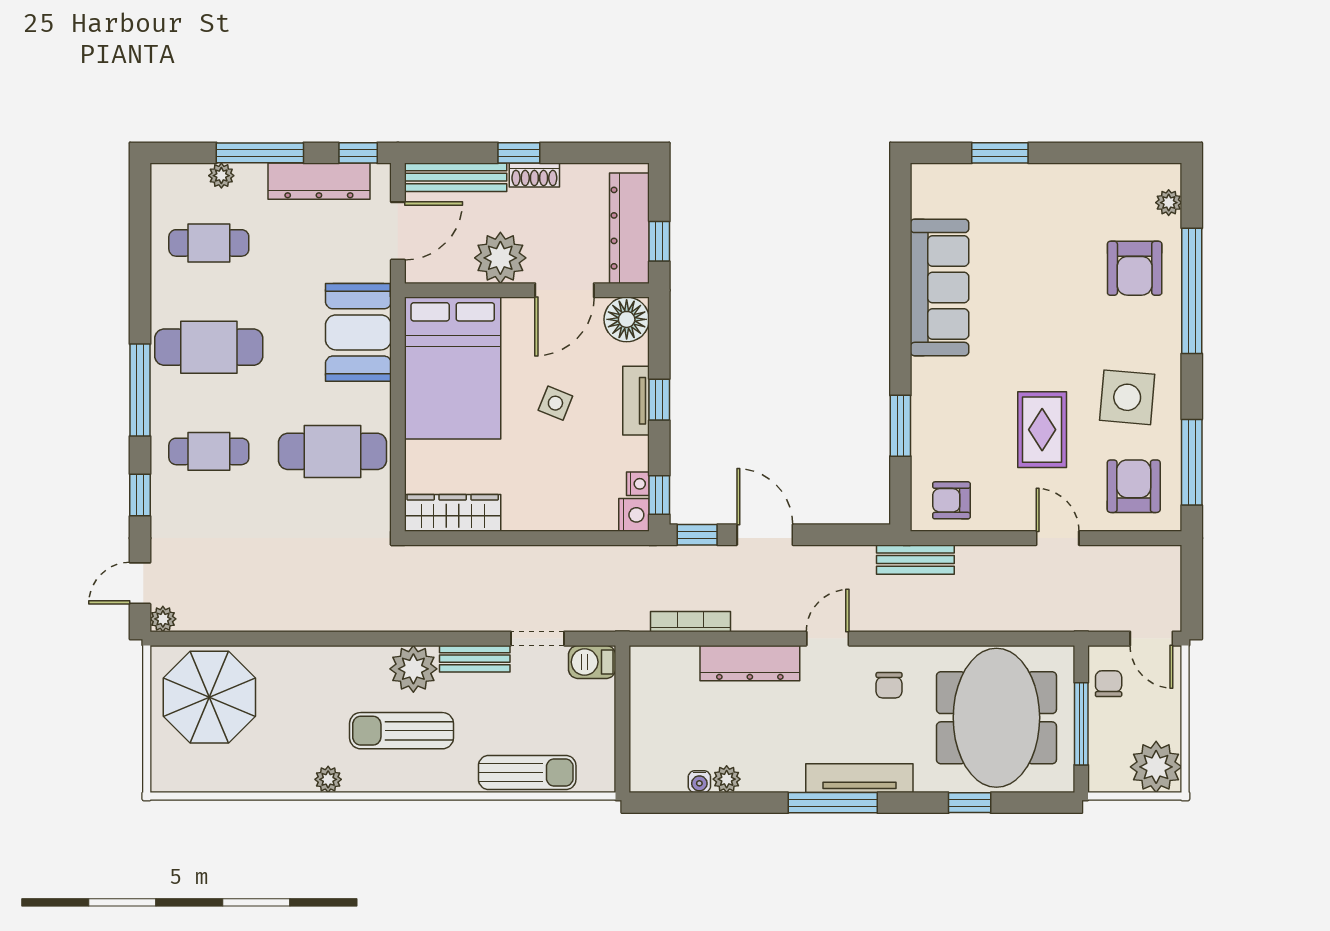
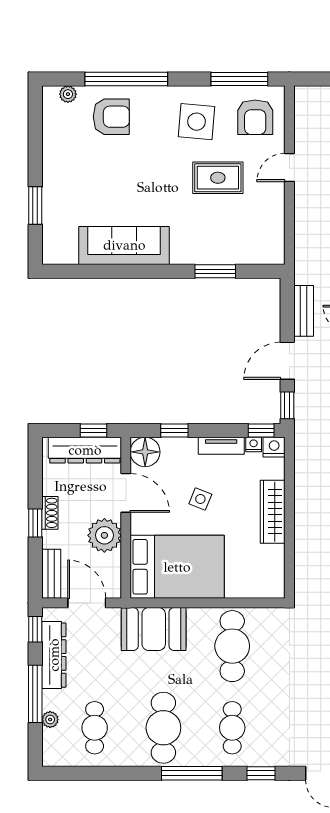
bench: (456, 177) -> (51, 574), width x0.73
window: (659, 400) -> (174, 430), moved
tv unit: (636, 401) -> (221, 446), moved
armchair: (1134, 486) -> (255, 117), turned -90
armchair: (951, 500) -> (265, 238), removed
wardrobe: (453, 513) -> (273, 512), moved
bench: (915, 560) -> (304, 311), moved

